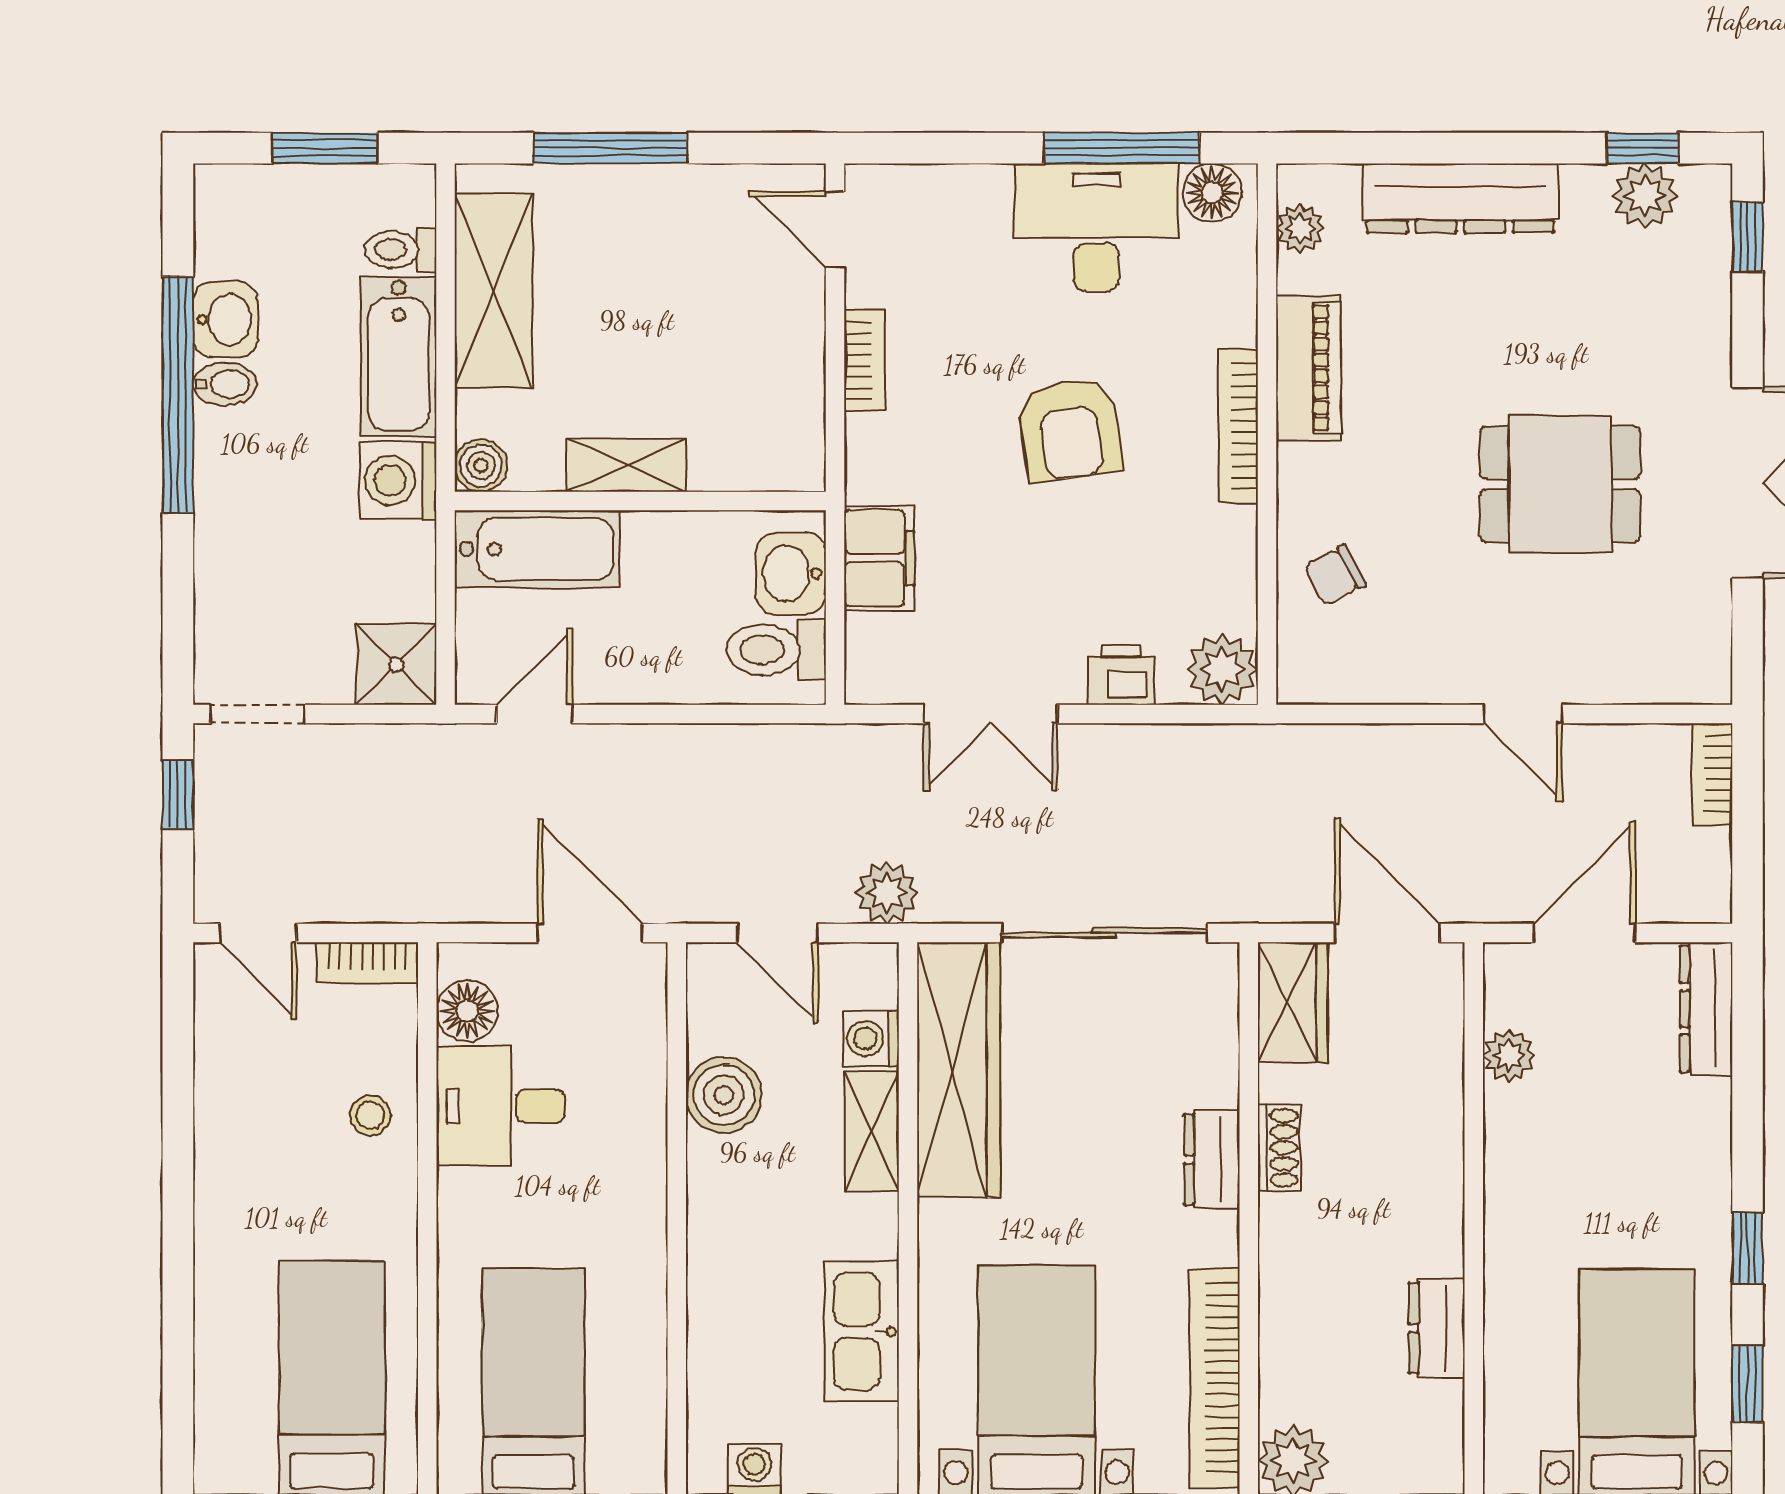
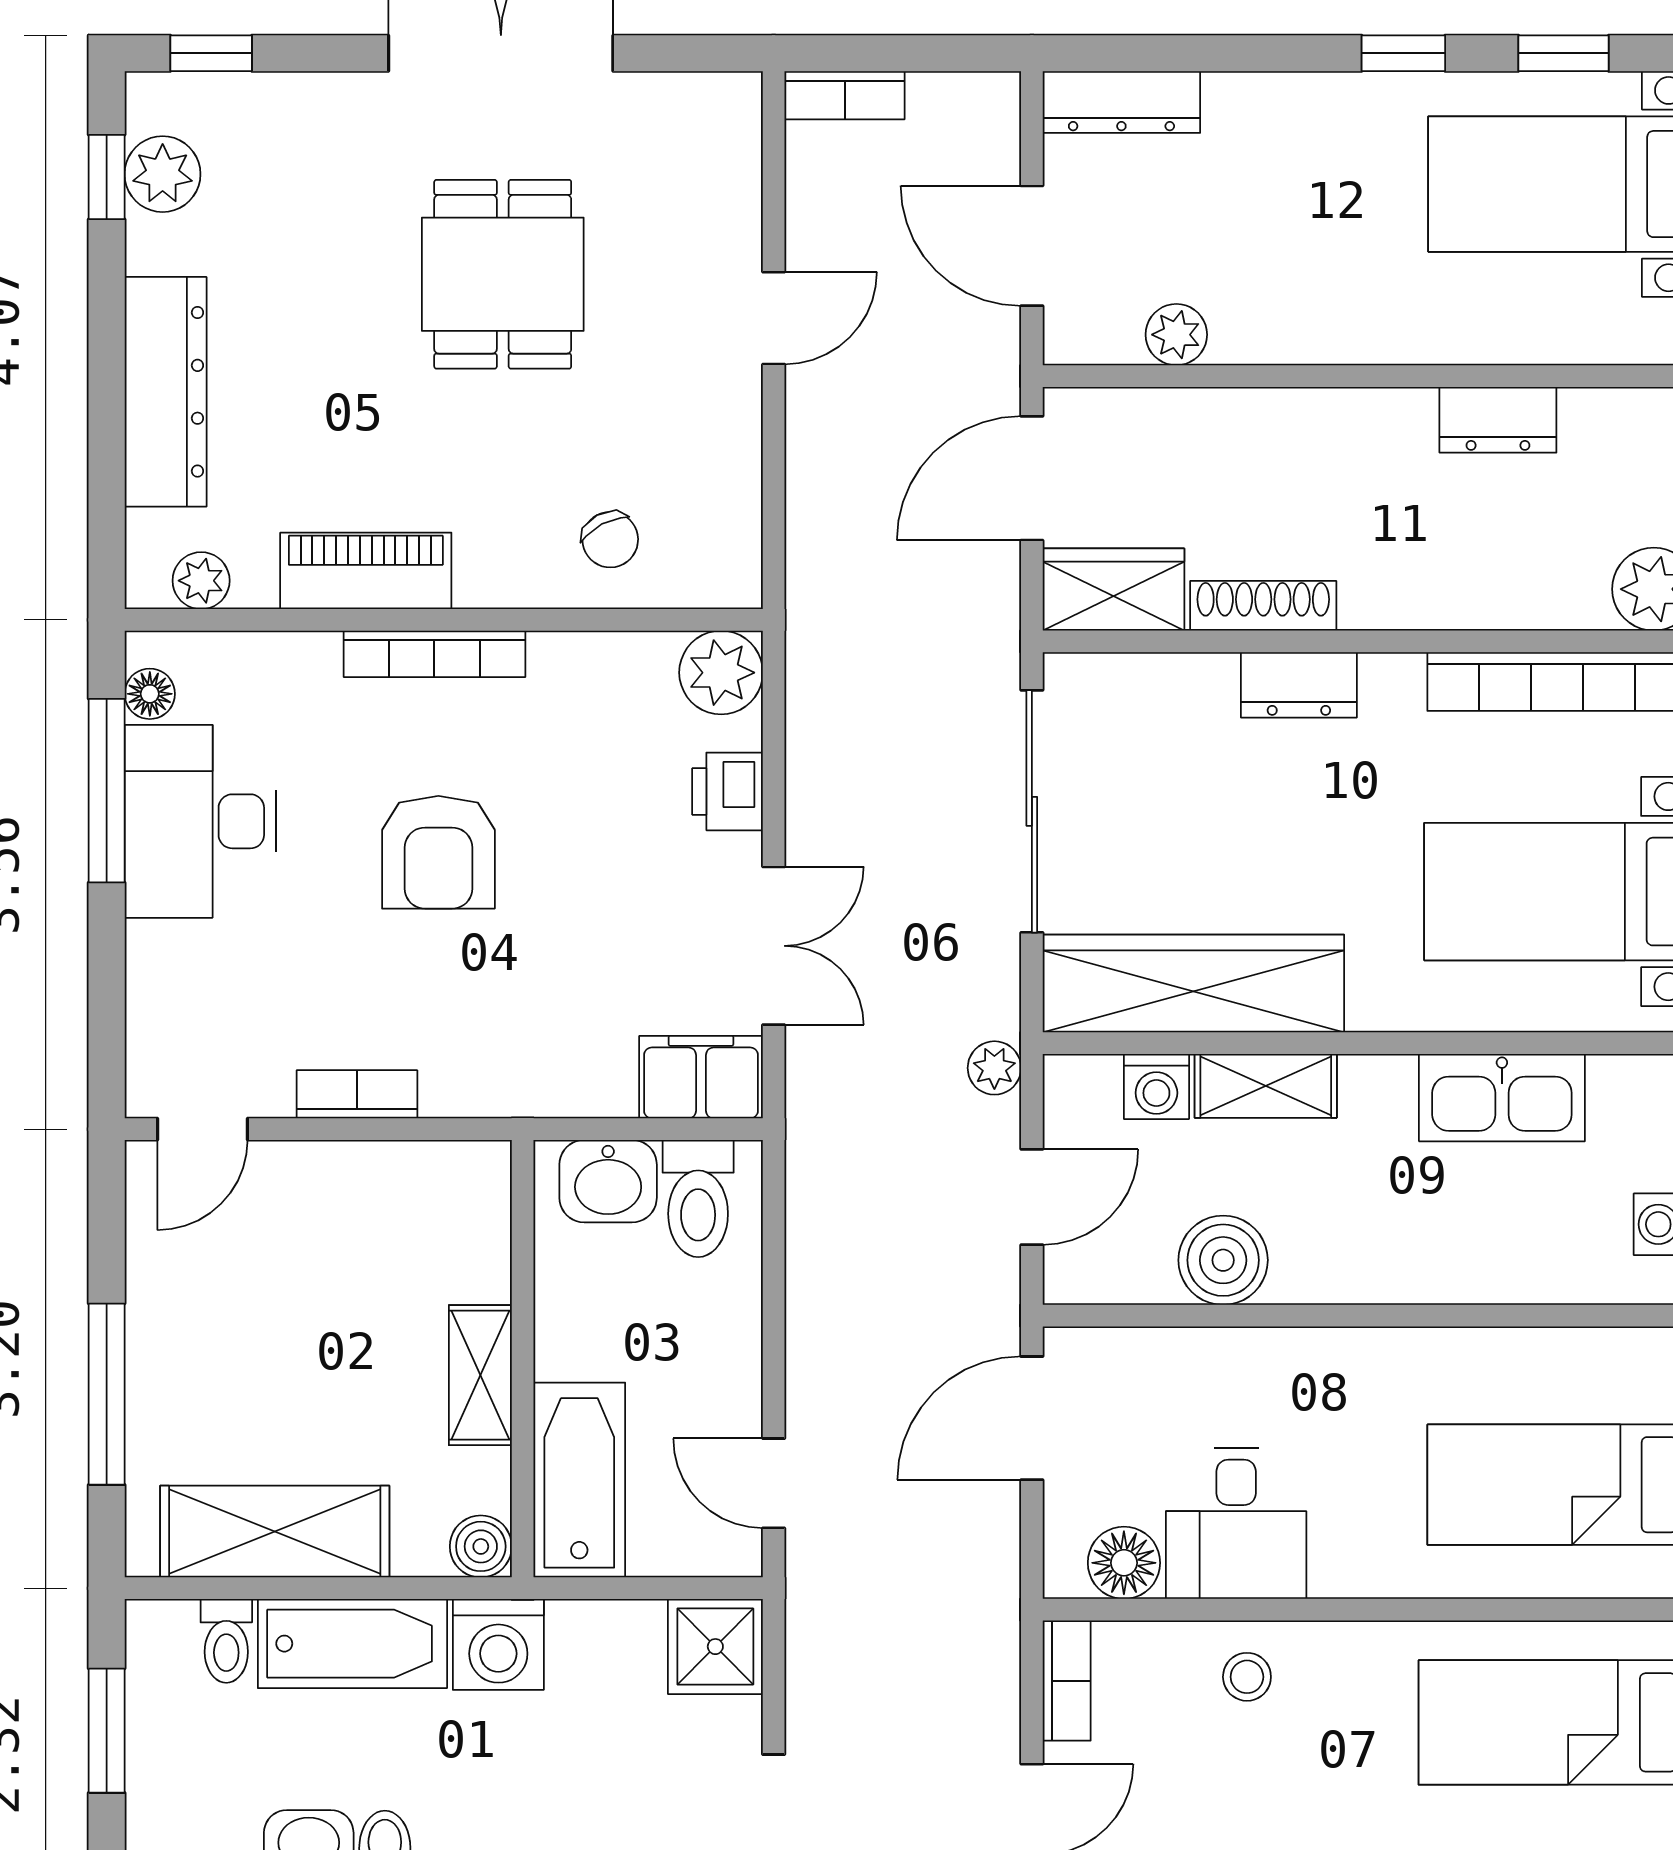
floor lamp: (1212, 193) -> (150, 694), width x0.73, depth x0.73
armchair: (1070, 430) -> (438, 852), turned 98
filing cabinet: (879, 558) -> (701, 1077), moved
plant: (887, 893) -> (994, 1068), width x0.73, depth x0.73
shoe rack: (1279, 1148) -> (1263, 606), width x1.43

